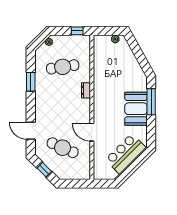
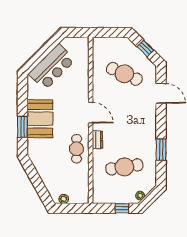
window: (77, 31) -> (122, 208), moved
cafe table: (104, 83) -> (77, 149), added
window: (151, 102) -> (22, 127), width x0.69
door: (92, 132) -> (91, 113), moved

